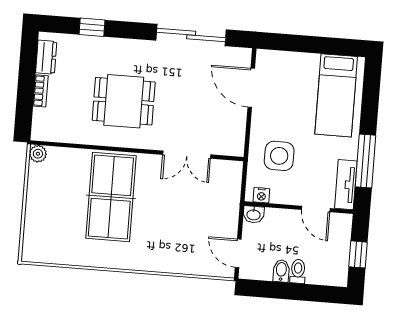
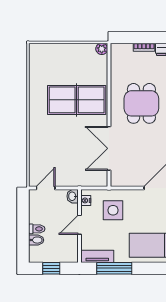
double door: (187, 155) -> (109, 148), width x1.37
door: (316, 209) -> (79, 225), moved
bidet: (281, 271) -> (36, 240), moved

